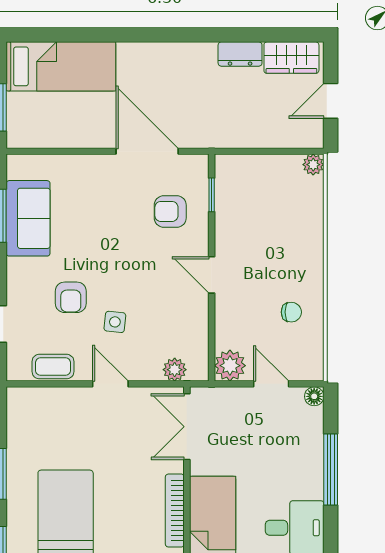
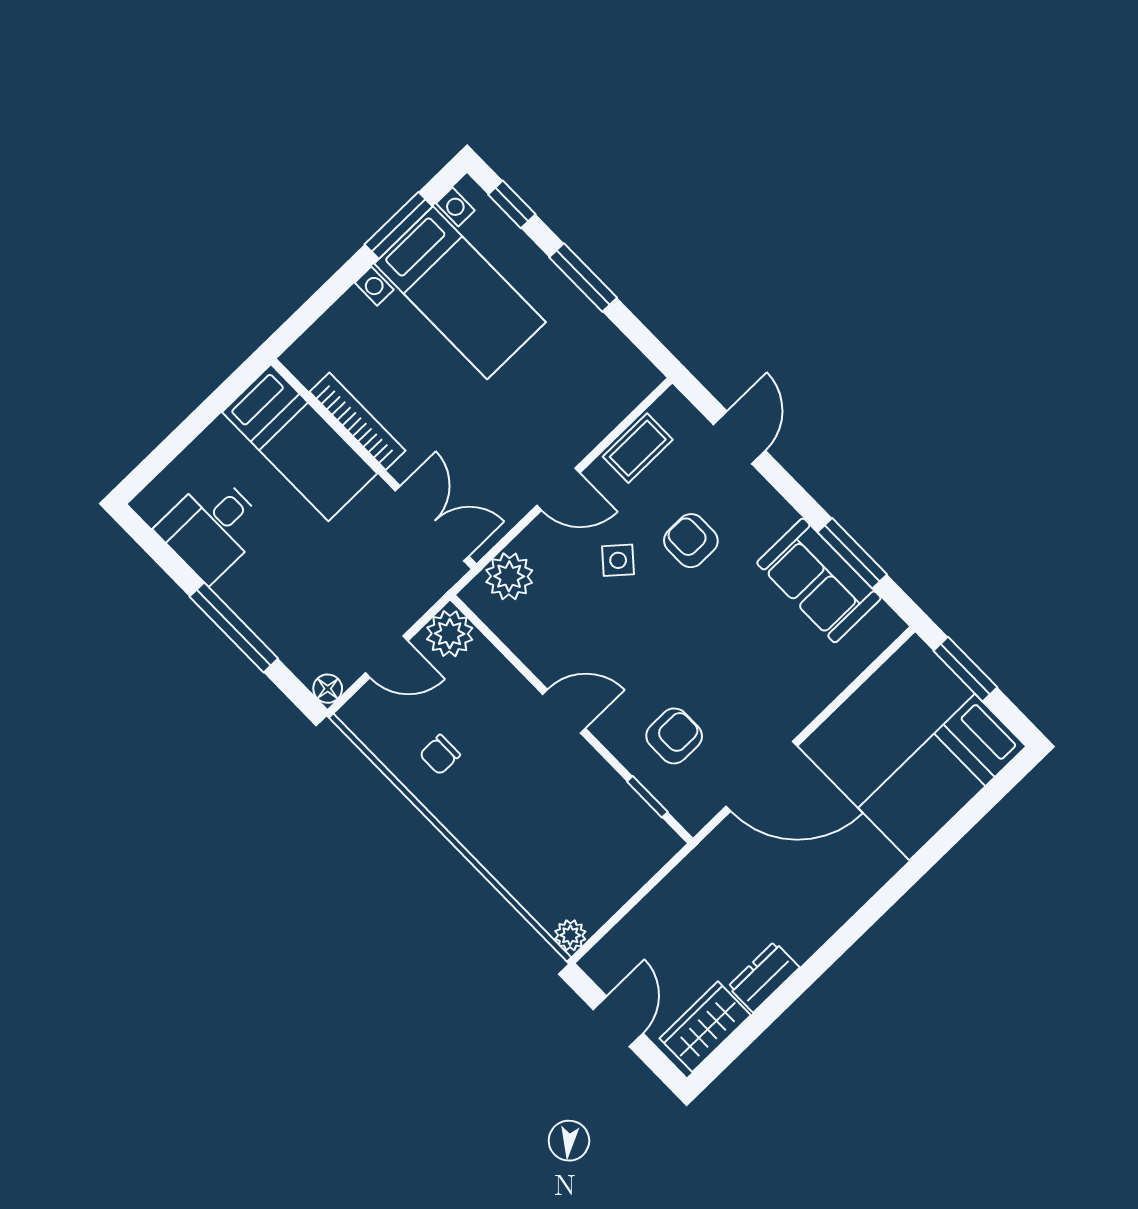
side table: (115, 322) -> (618, 560), turned 35
plant: (175, 370) -> (509, 576), width x1.38, depth x1.38

